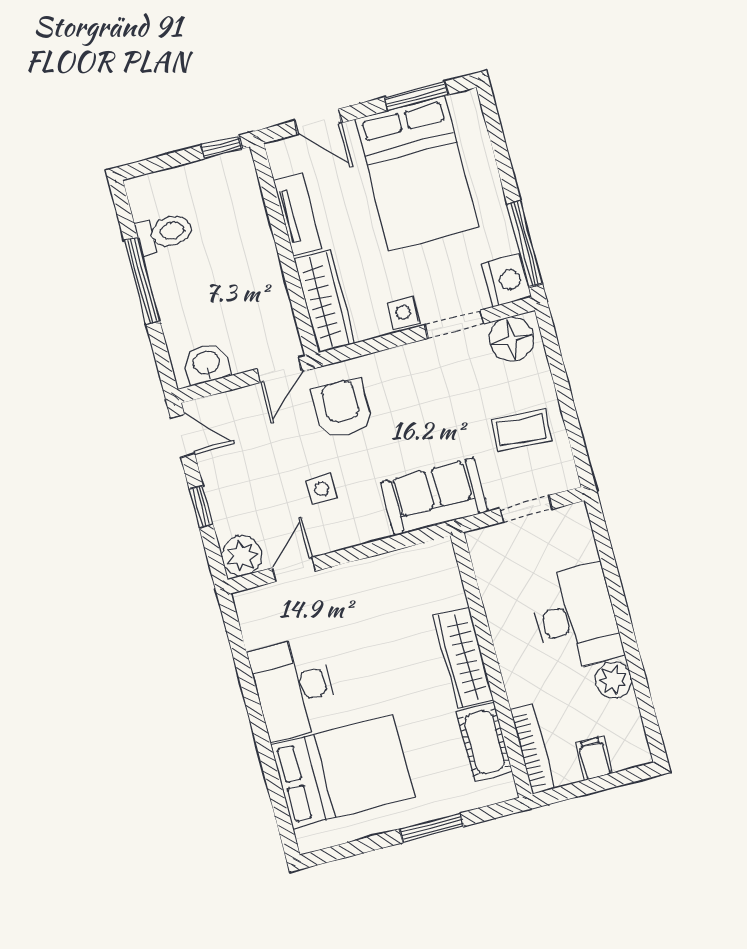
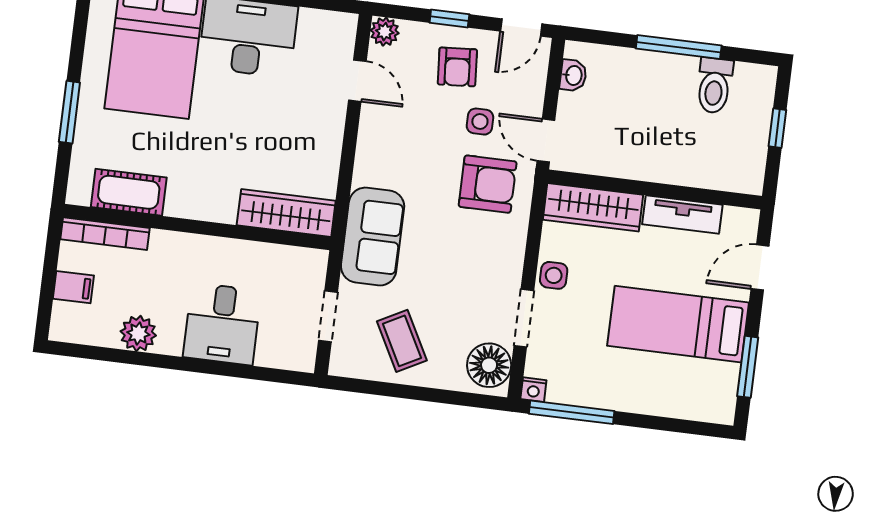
window: (222, 147) -> (777, 128), moved
bed: (417, 173) -> (678, 324), width x0.67
nightstand: (507, 280) -> (533, 390), width x0.53, depth x0.56
washbasin: (207, 364) -> (573, 75), width x0.72, depth x0.69
coffee table: (521, 430) -> (402, 341), turned -32
armchair: (244, 481) -> (457, 67), added
side table: (322, 489) -> (480, 122), moved
plant: (242, 556) -> (385, 32), width x0.73, depth x0.73
desk: (576, 618) -> (222, 324), width x0.73
wardrobe: (463, 658) -> (286, 213), moved

